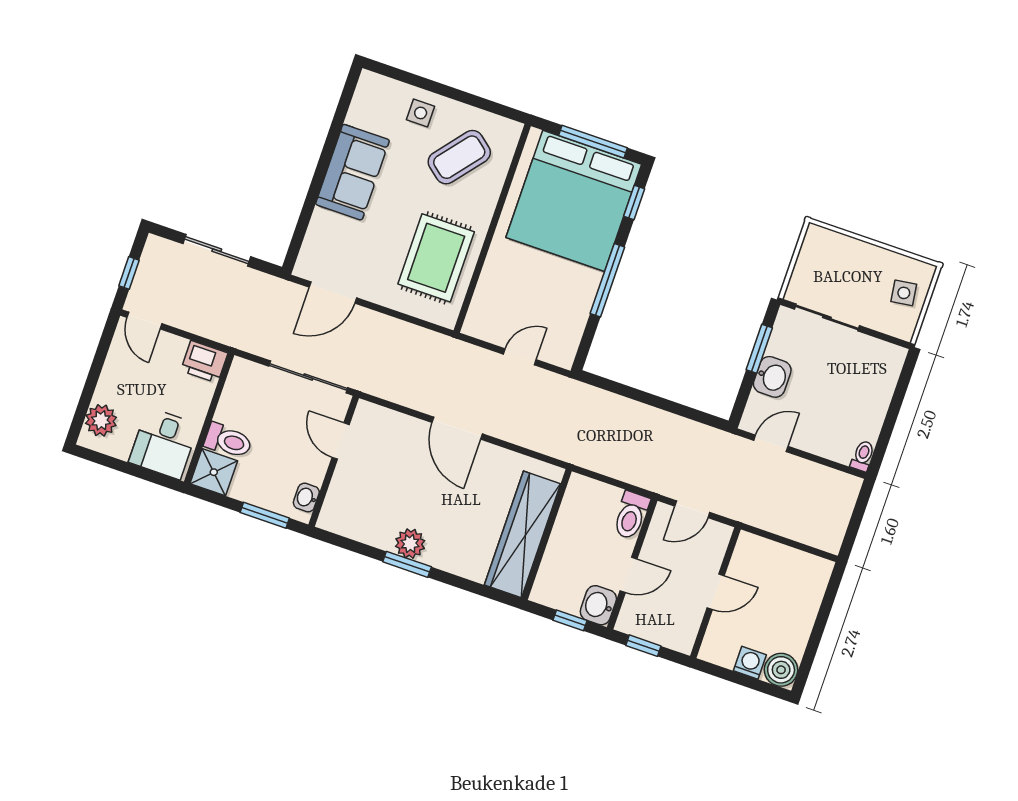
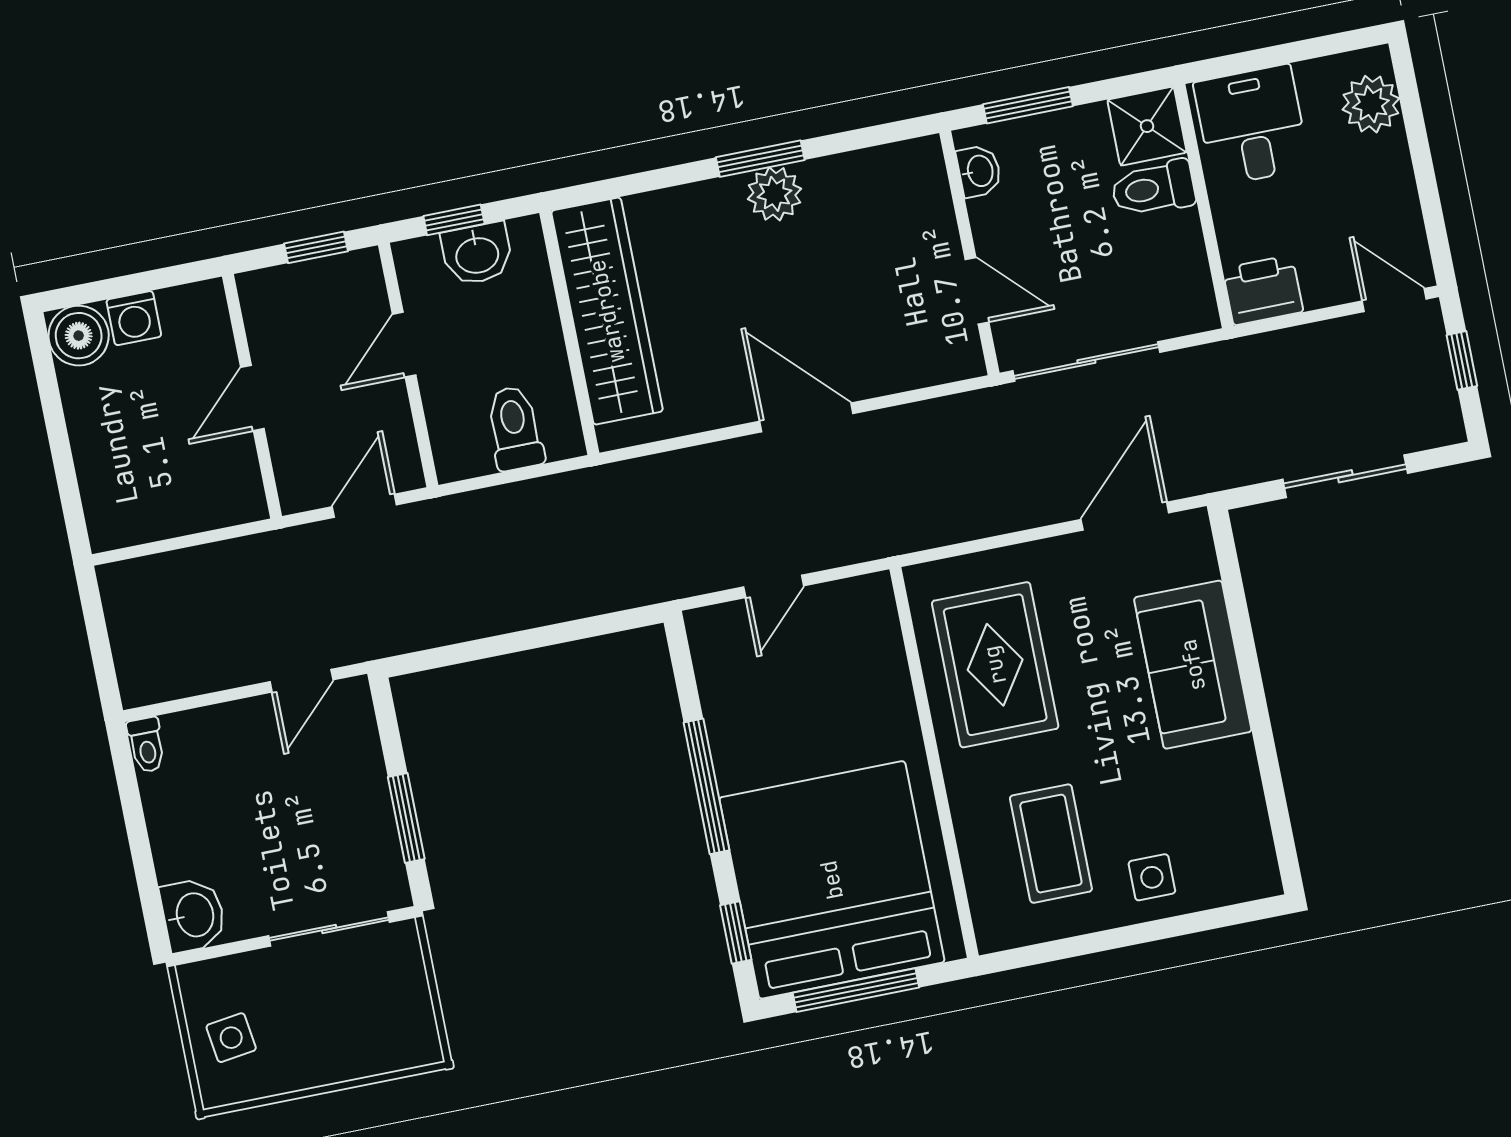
coffee table: (459, 157) -> (1051, 844), turned -39
sofa: (352, 172) -> (1193, 665), moved
washbasin: (772, 377) -> (193, 915), moved, turned 180
toilet: (631, 515) -> (515, 428), moved
washbasin: (598, 605) -> (477, 254), moved, turned 90

